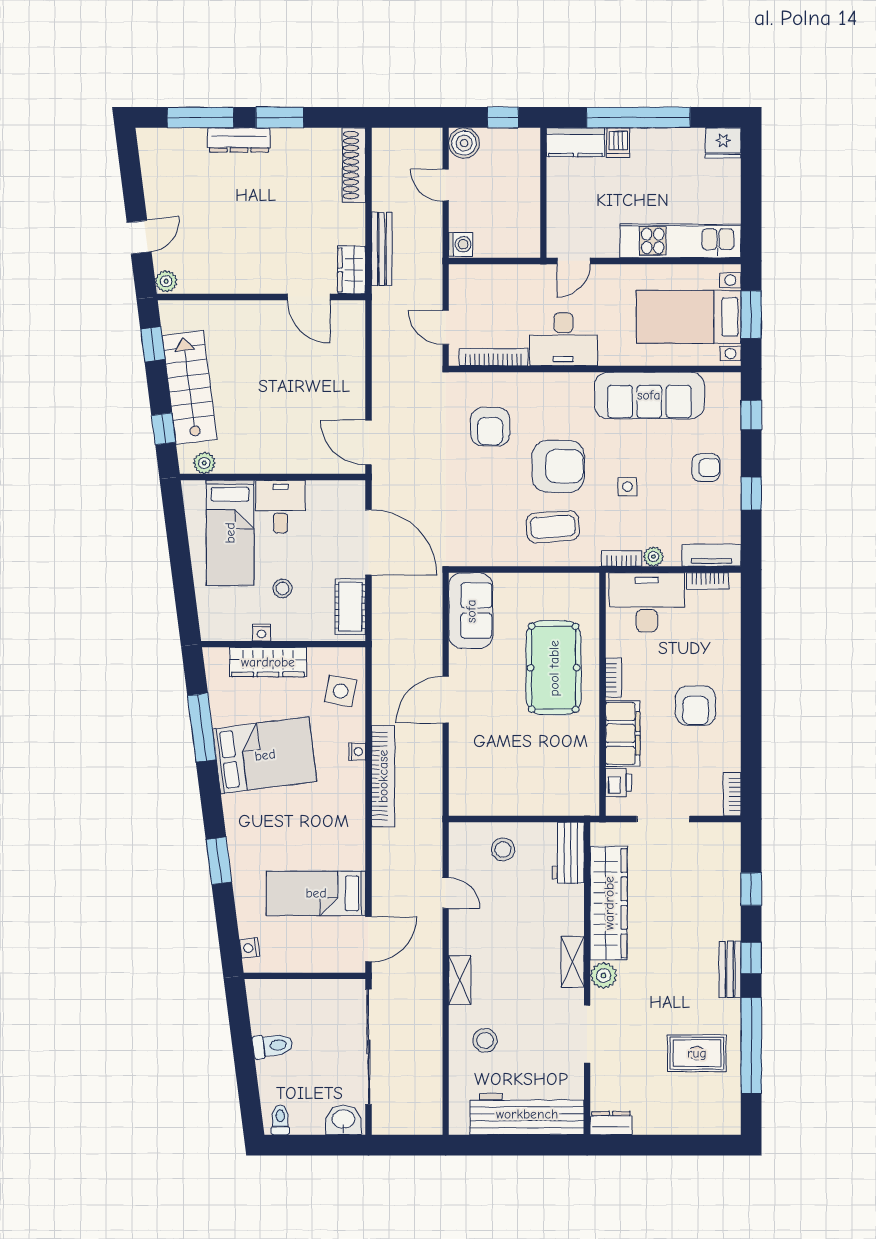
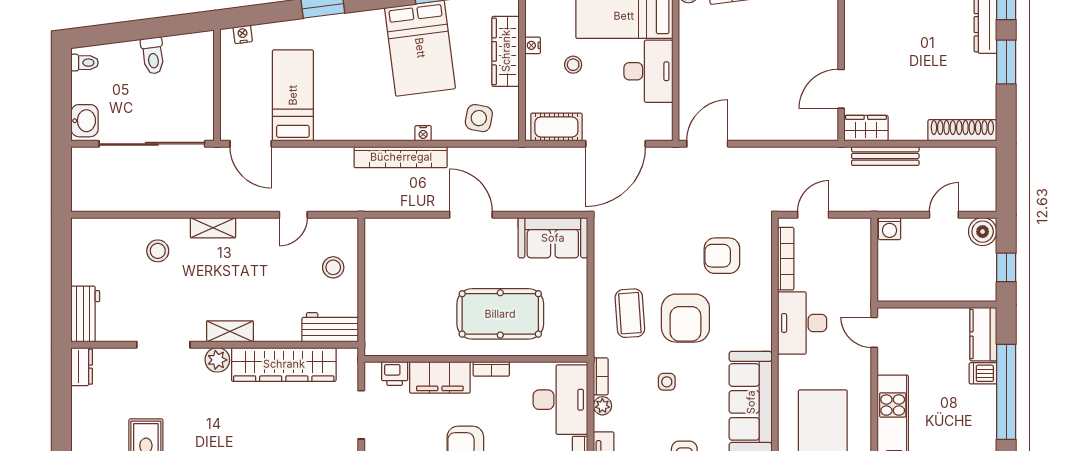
desk: (280, 507) -> (648, 71), width x1.37
workbench: (527, 1114) -> (85, 314), width x0.53, depth x0.76

